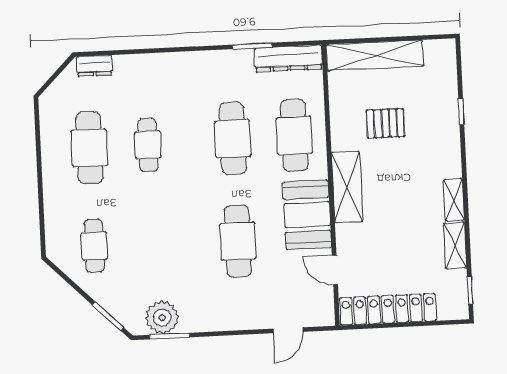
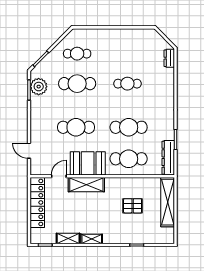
pallet: (385, 123) -> (133, 206), turned 90
cafe table: (89, 148) -> (77, 84), moved
shelving: (347, 187) -> (86, 185), moved

